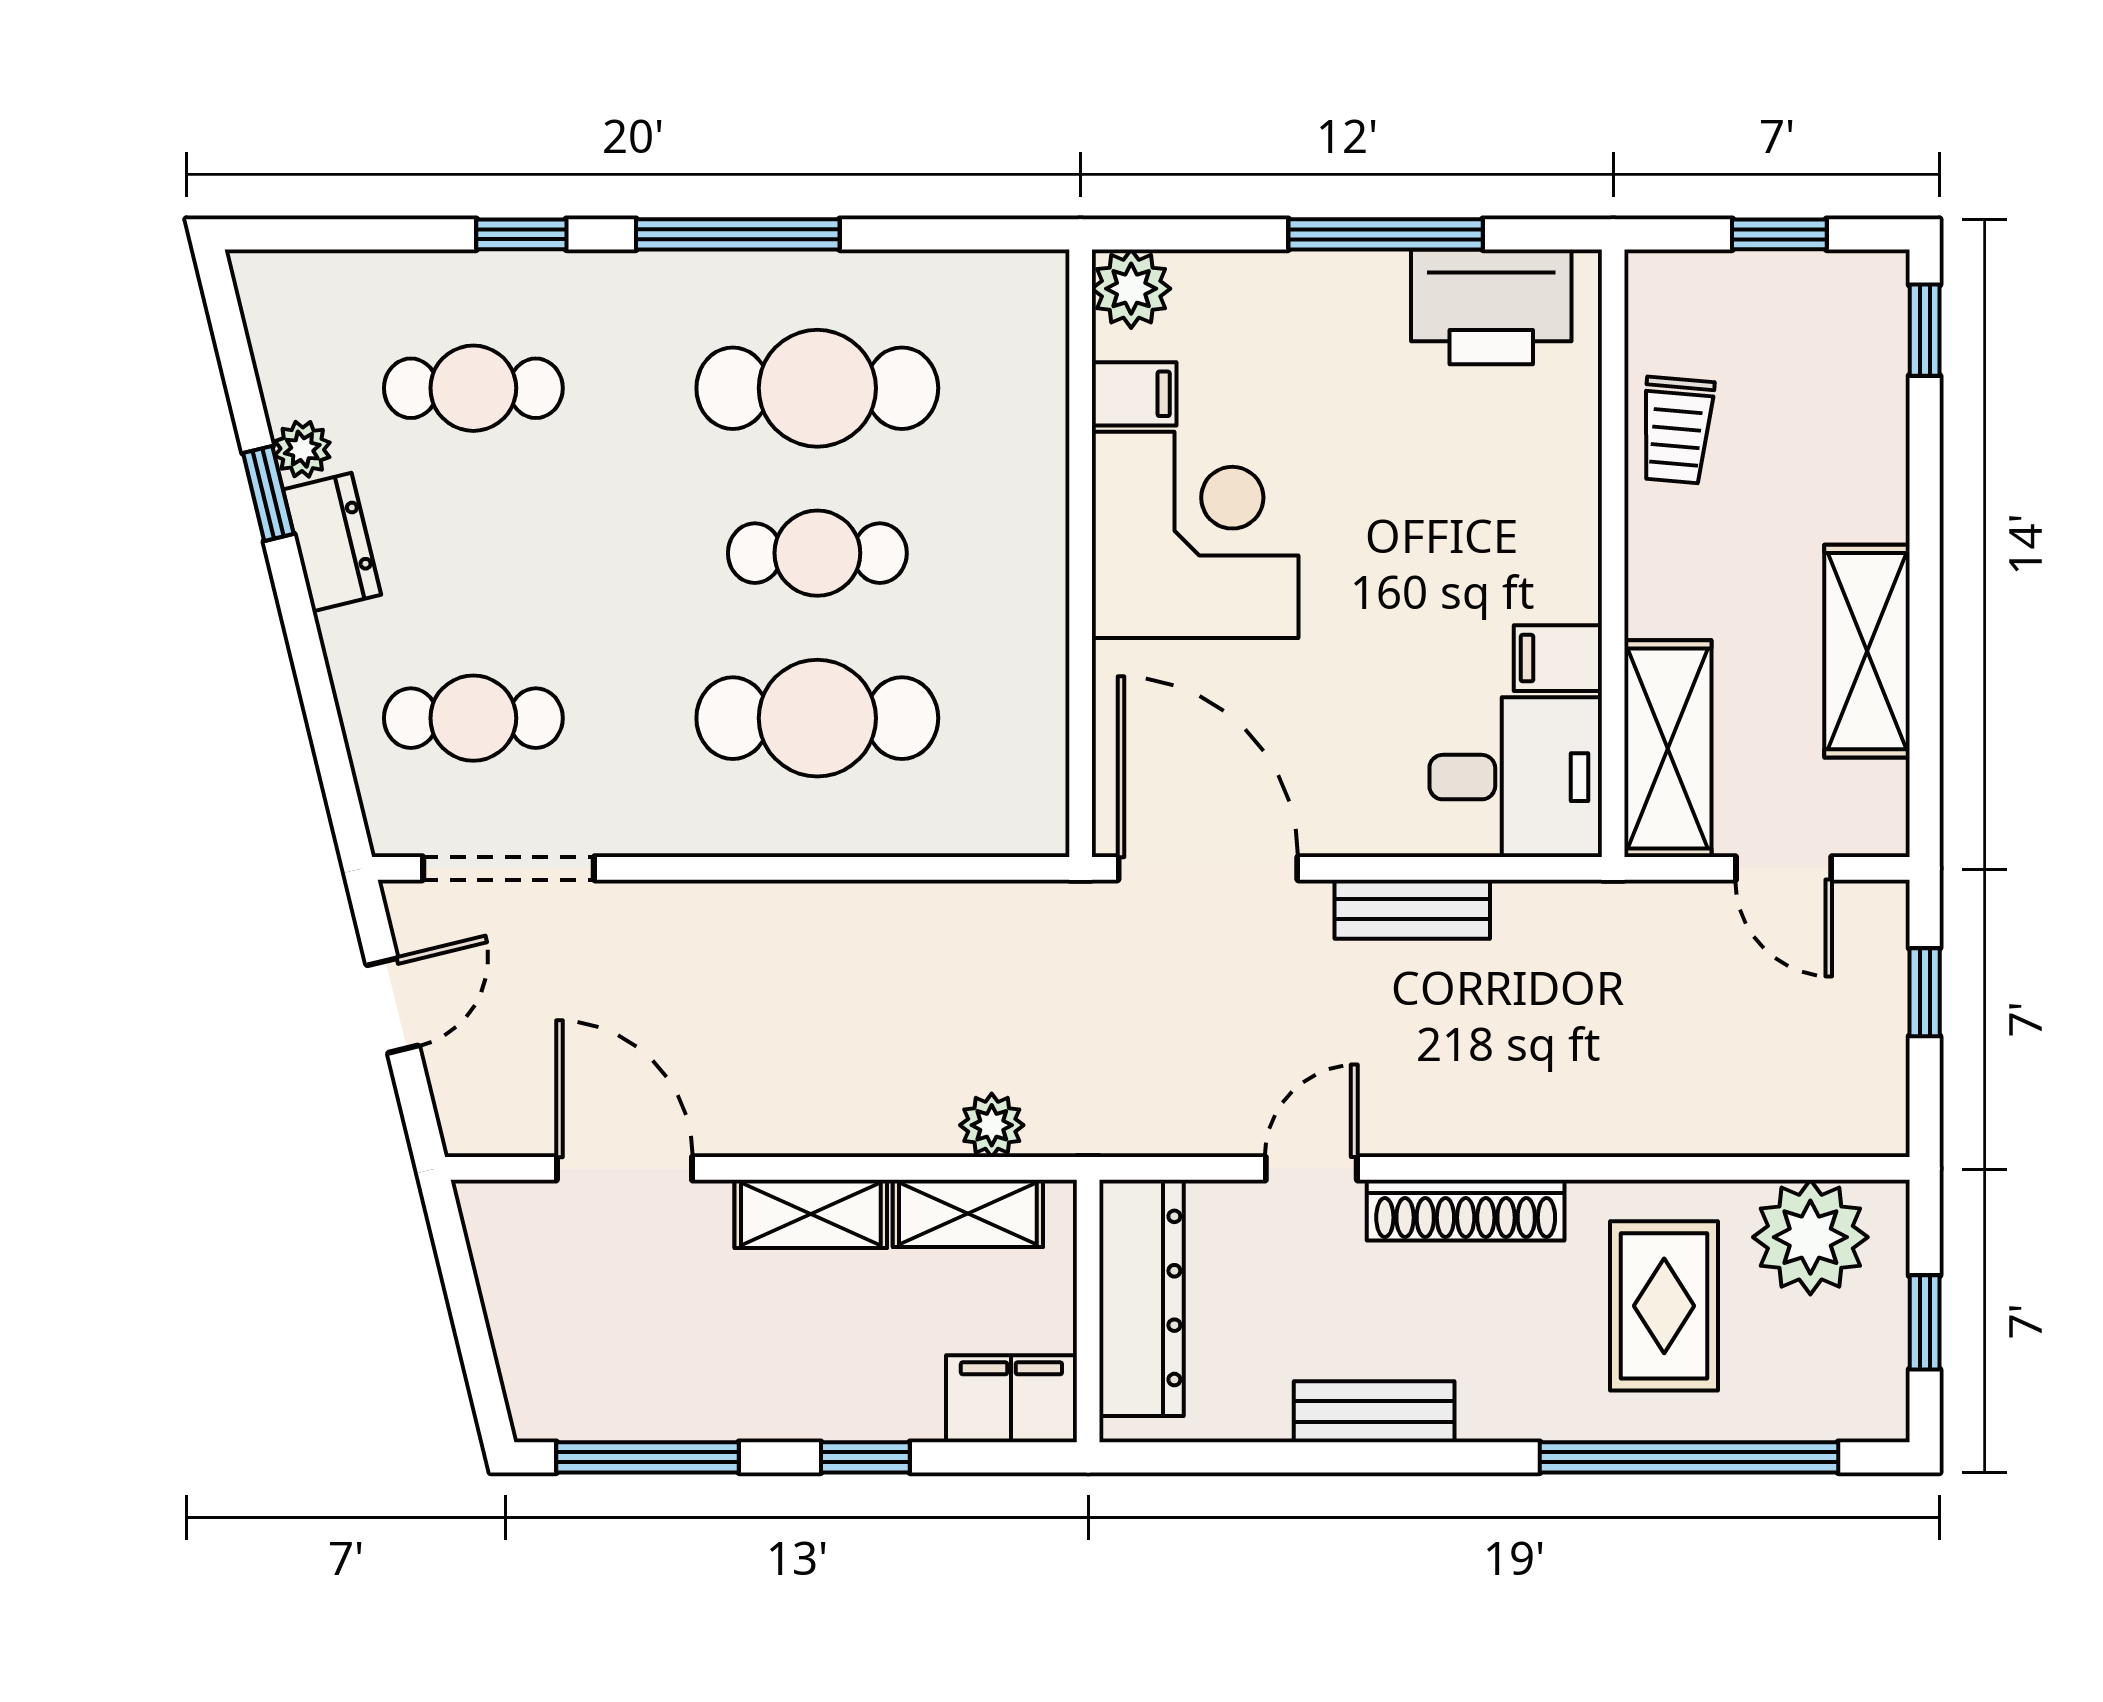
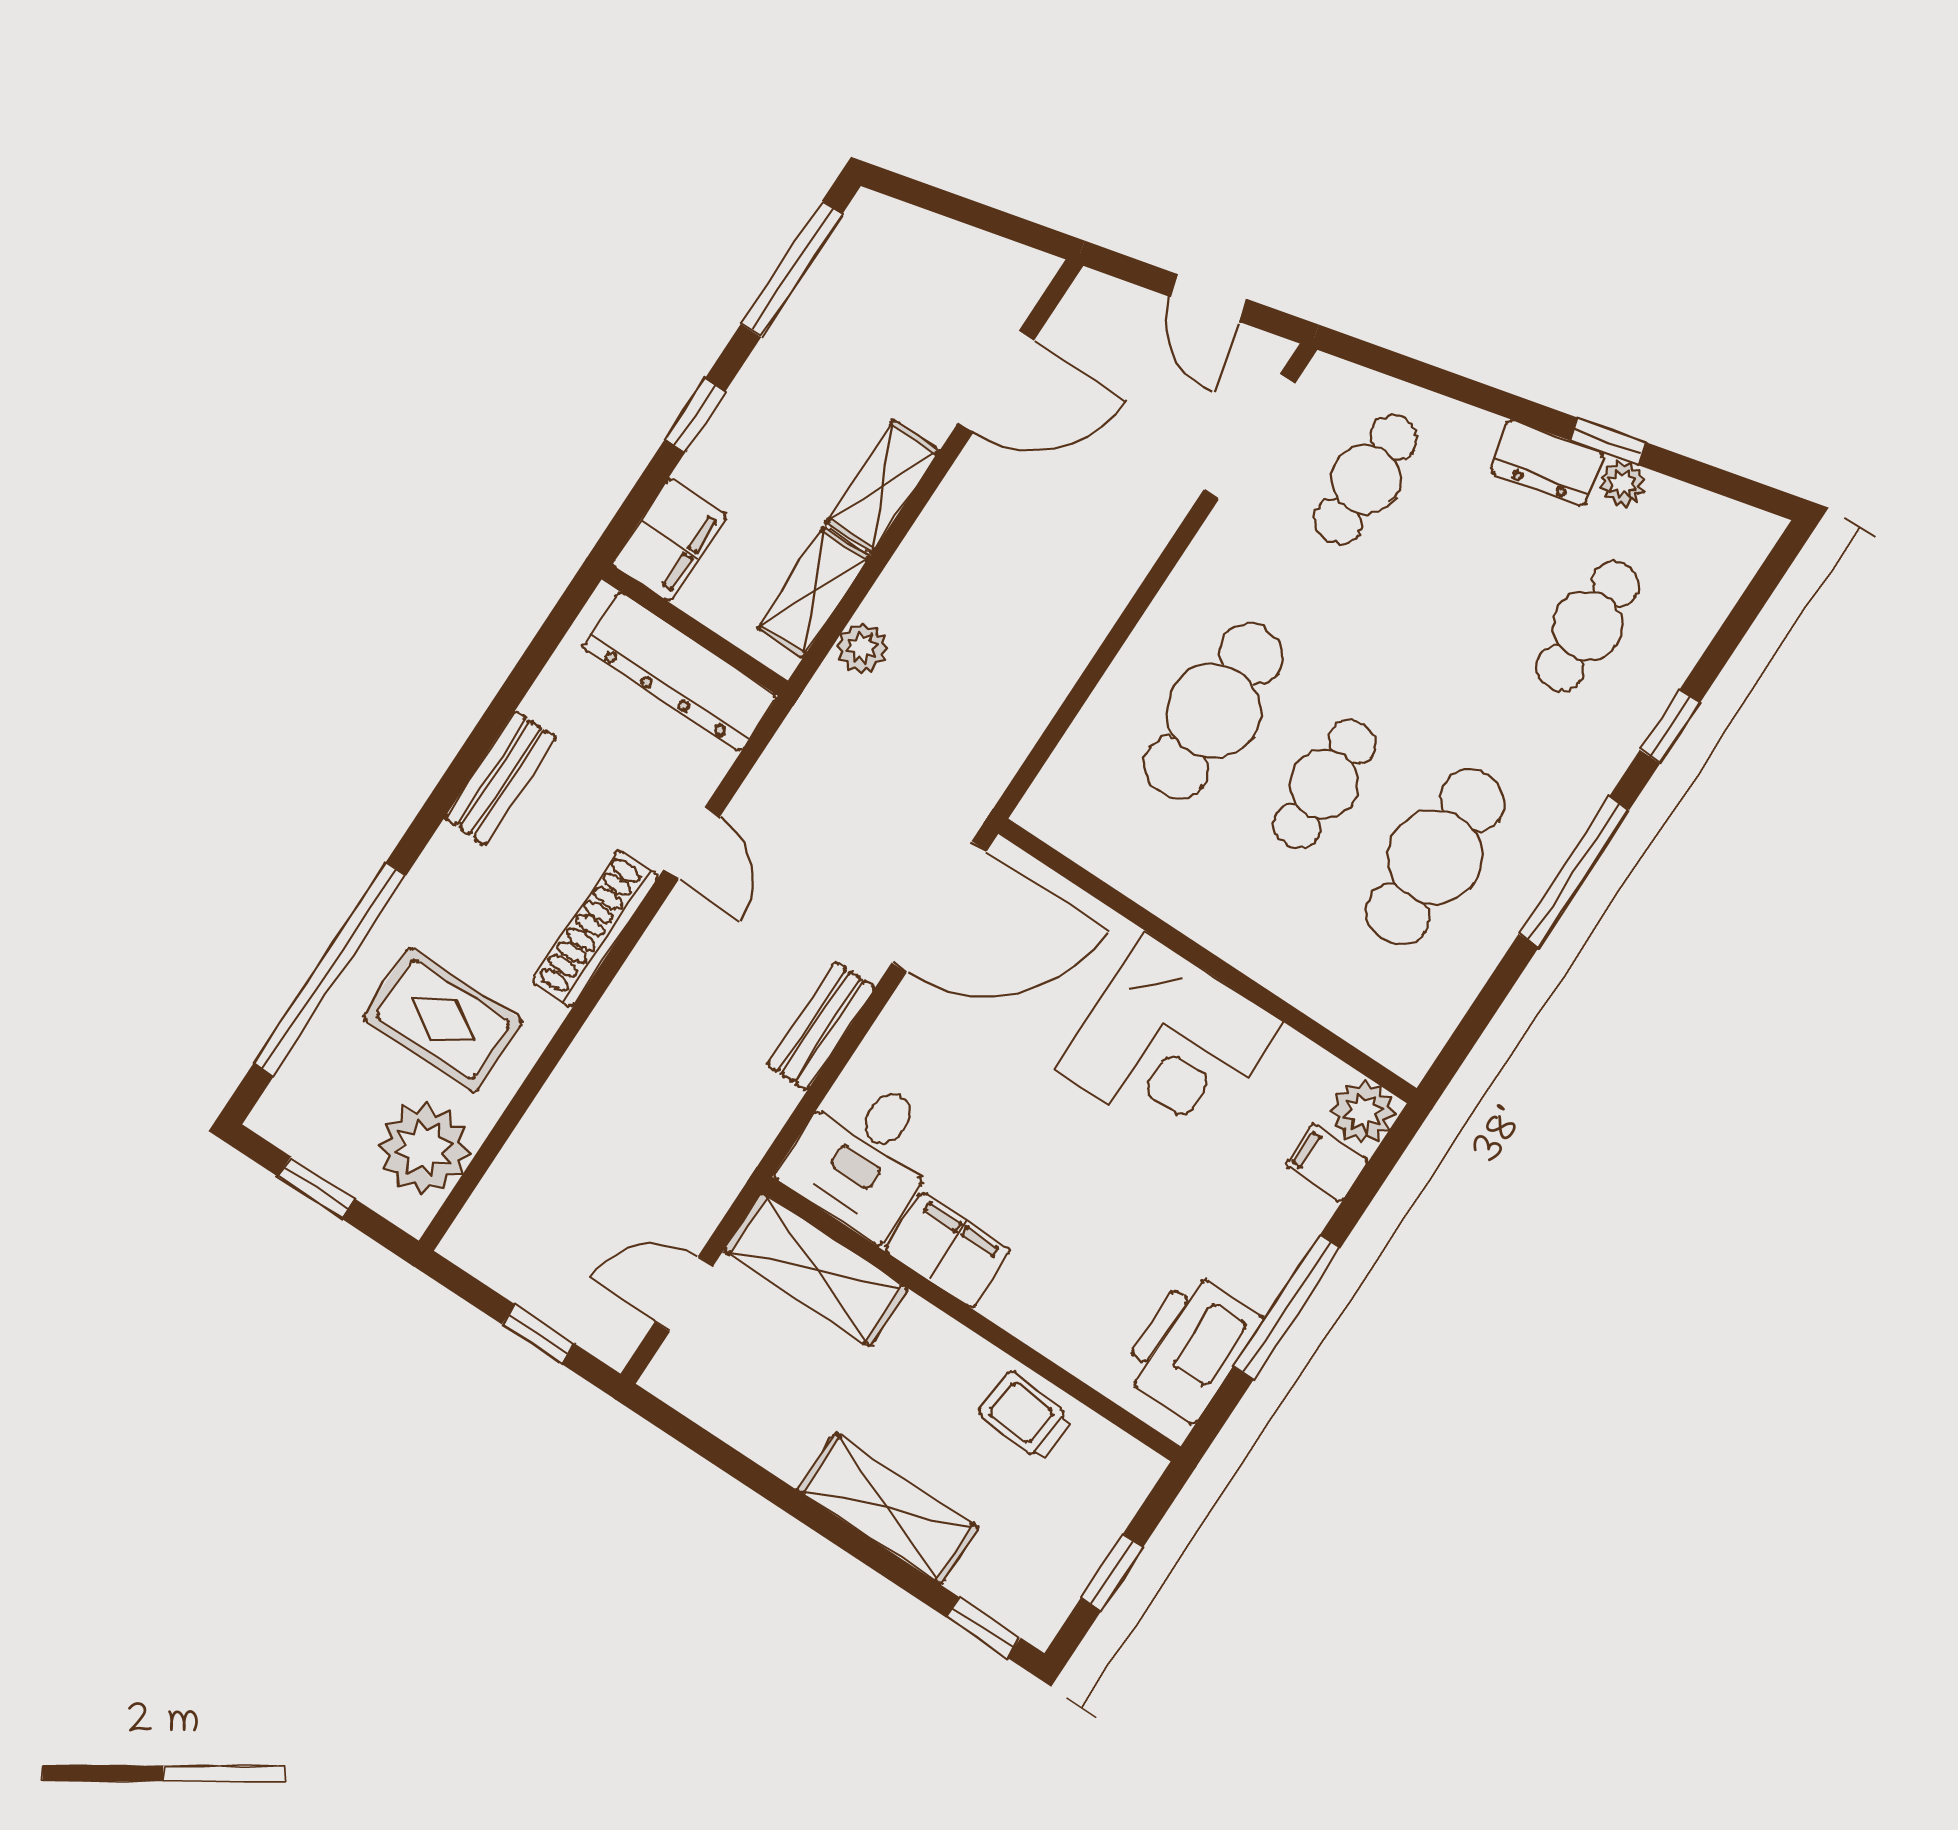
filing cabinet: (1134, 394) -> (1327, 1163), moved, turned 90
shelving: (1867, 651) -> (888, 1509), moved
filing cabinet: (1558, 658) -> (948, 1250), width x2.00

